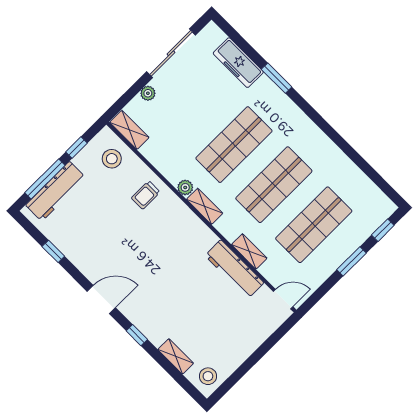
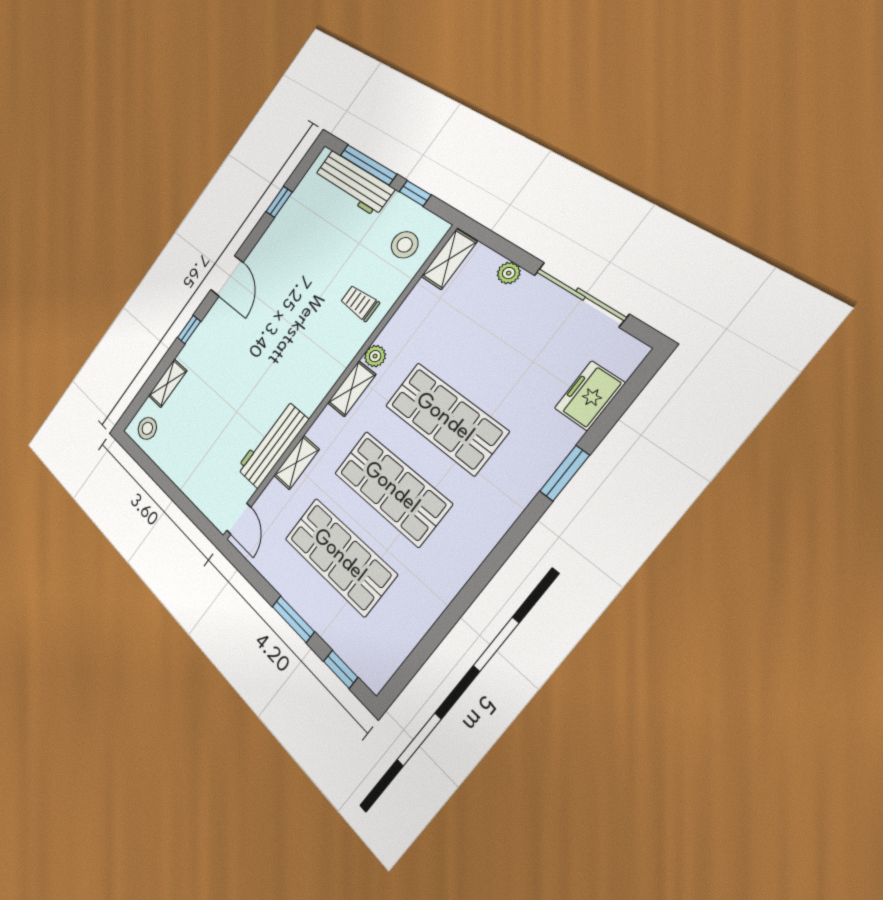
freezer: (238, 63) -> (590, 396), width x0.71

